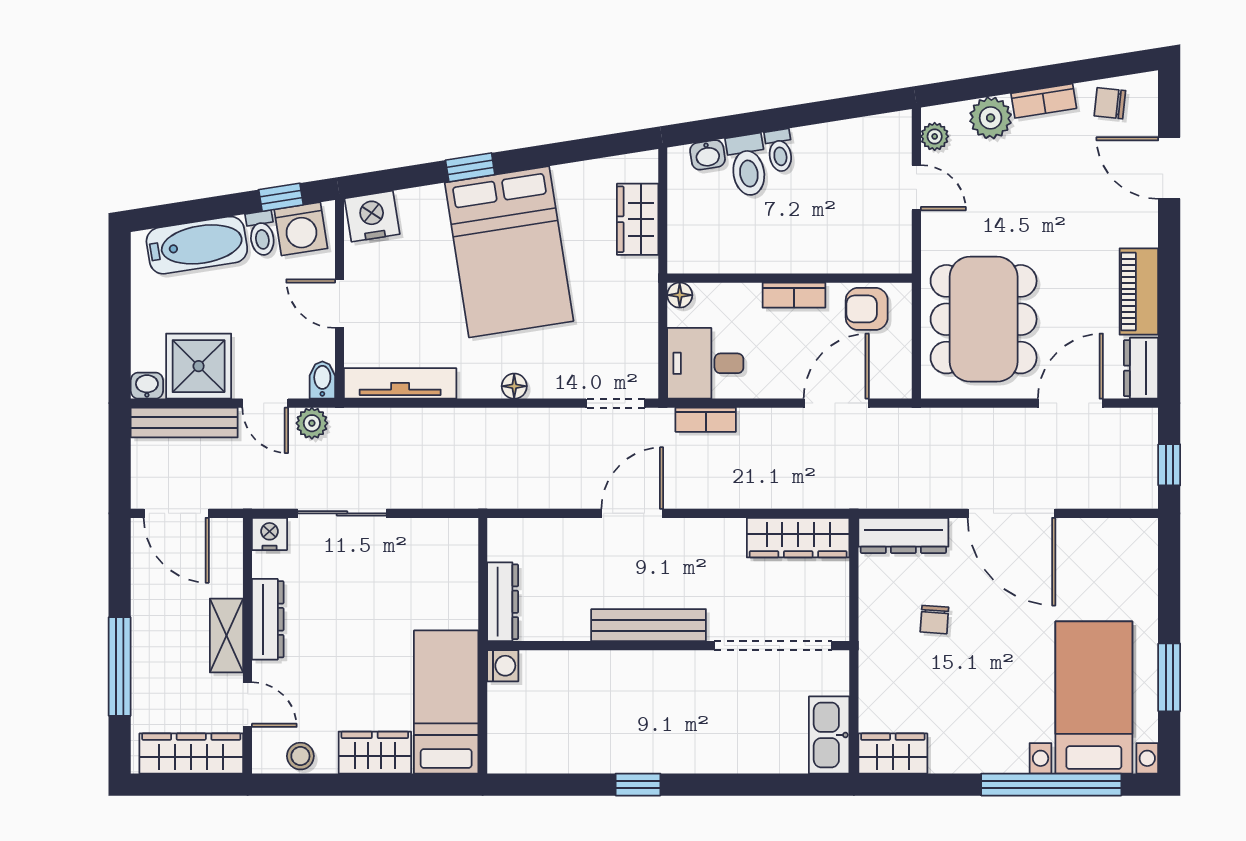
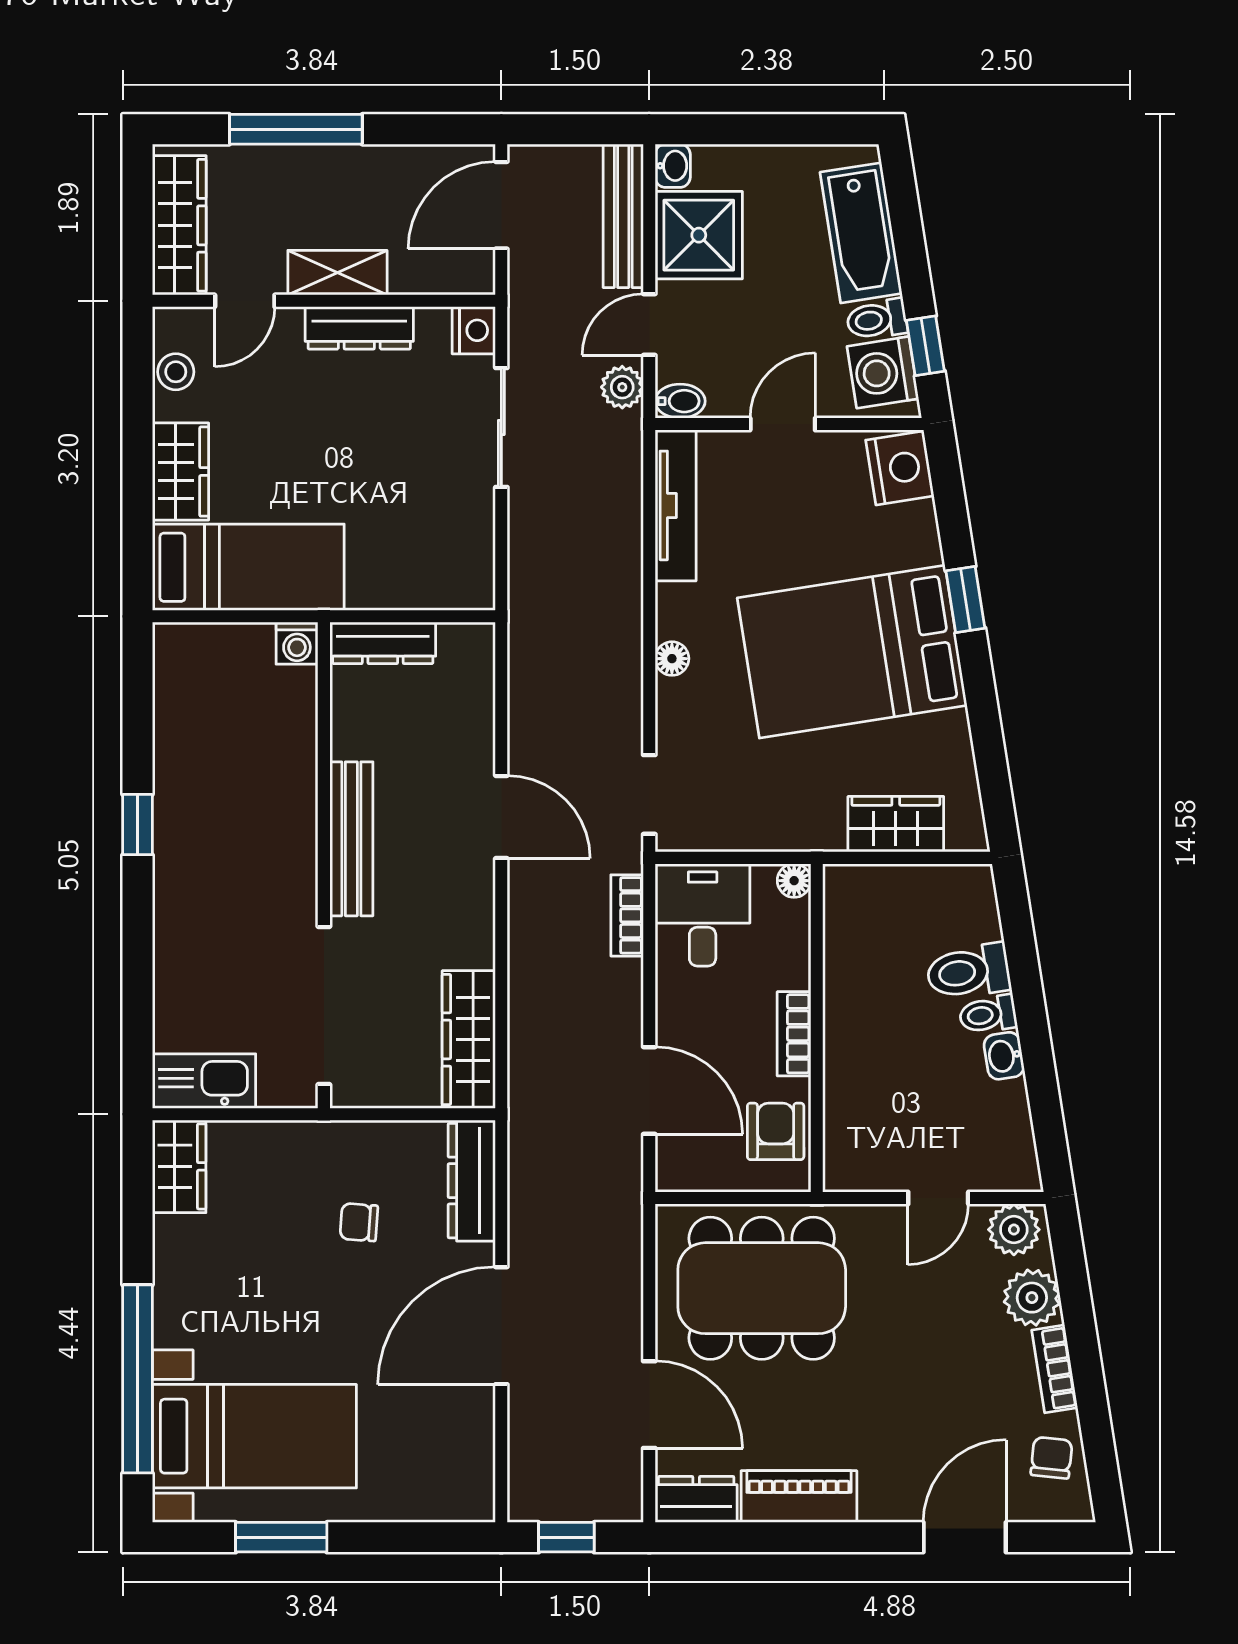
plant: (935, 136) -> (1014, 1230), width x1.38, depth x1.38
washbasin: (708, 155) -> (1004, 1056), moved

